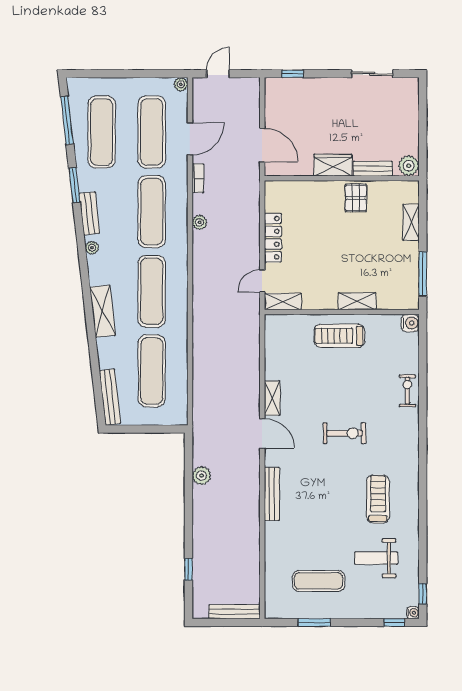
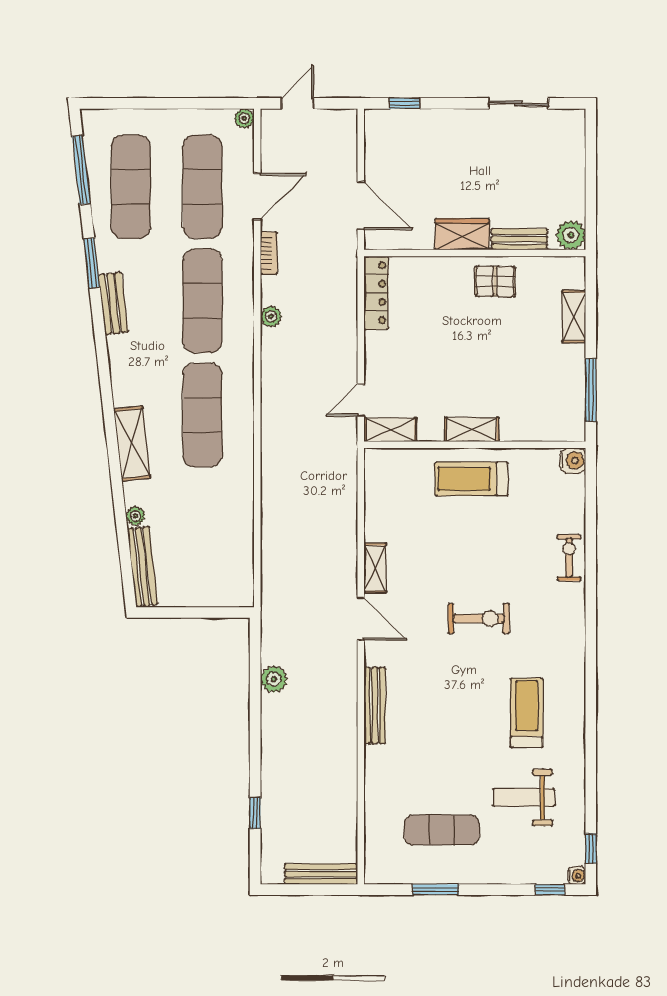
pallet: (356, 198) -> (495, 281), turned 90
locker: (273, 238) -> (376, 293), moved
plant: (92, 248) -> (135, 516), moved
shelving: (357, 301) -> (472, 429), moved
exercise mat: (152, 371) -> (202, 529), removed

